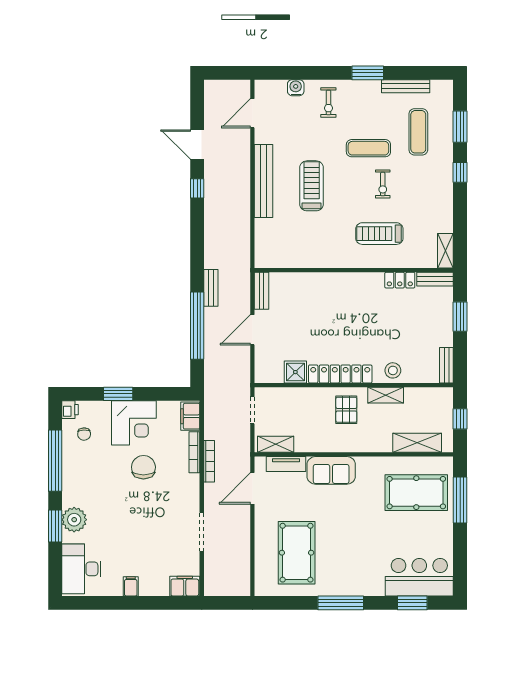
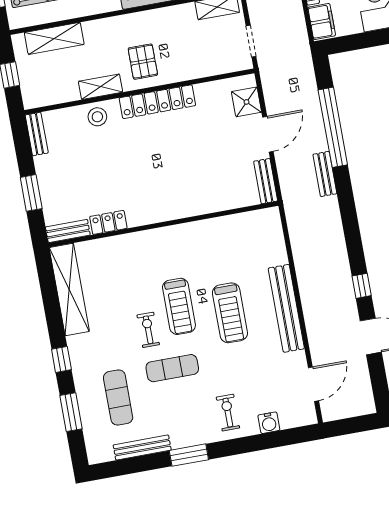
treadmill: (379, 234) -> (179, 306), moved, turned 90
shelving: (445, 251) -> (69, 290), width x2.20, depth x1.33
shower: (295, 372) -> (247, 102), moved

